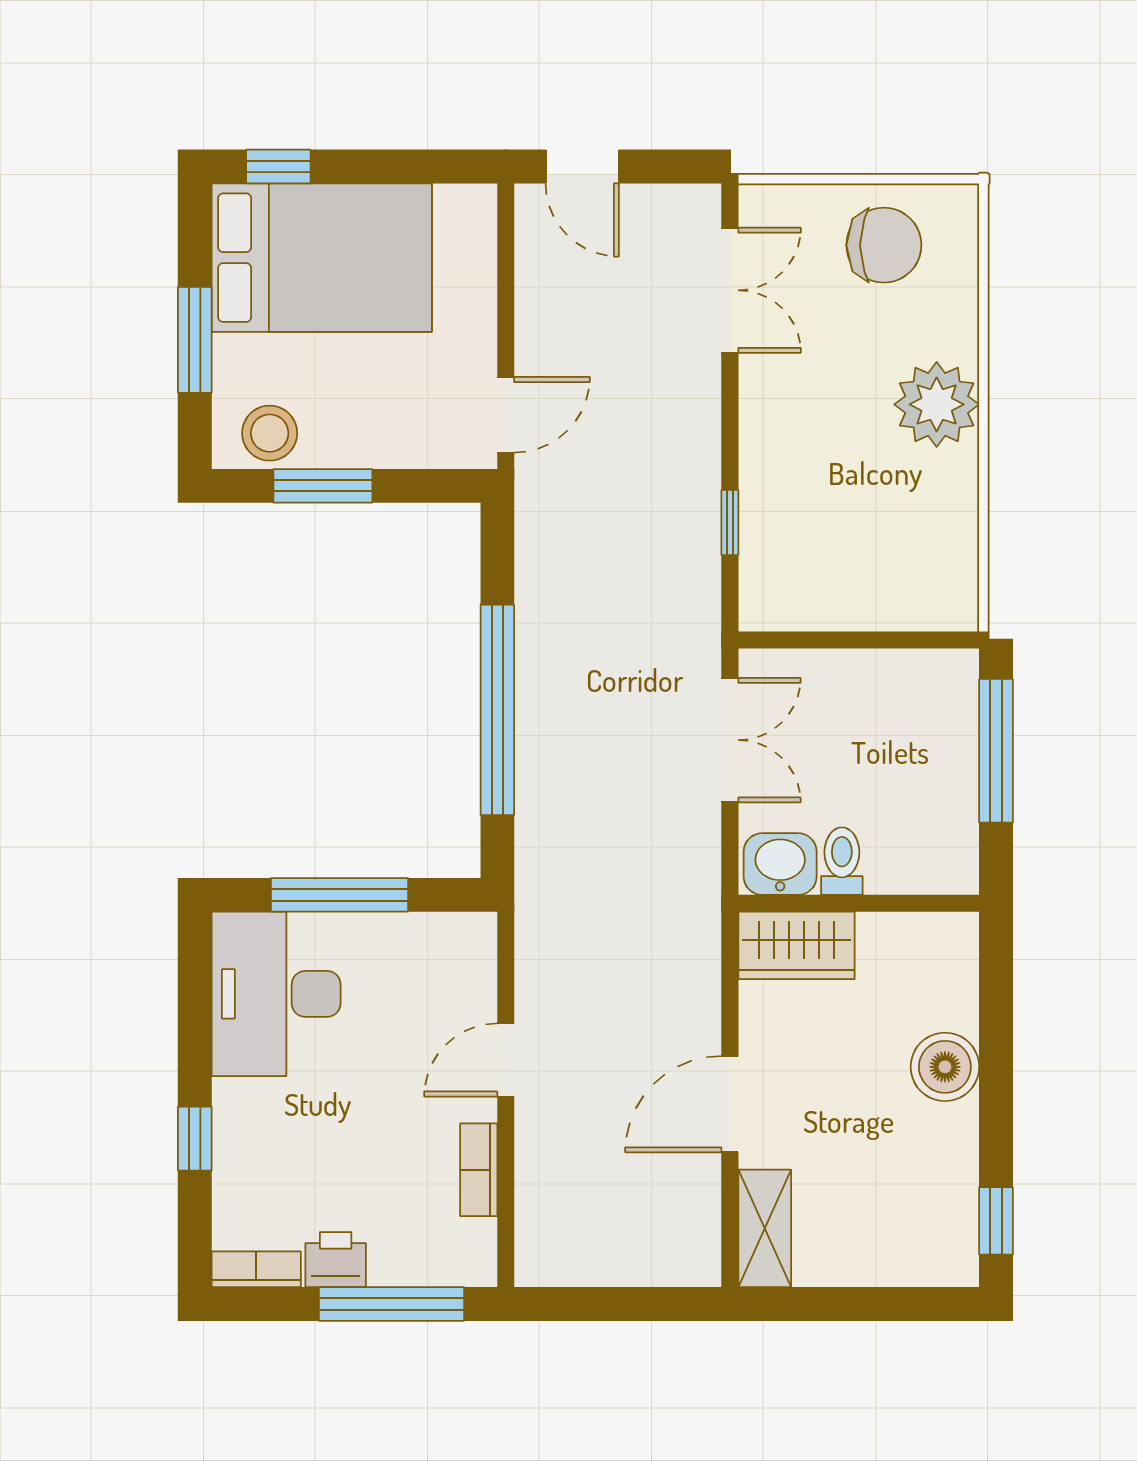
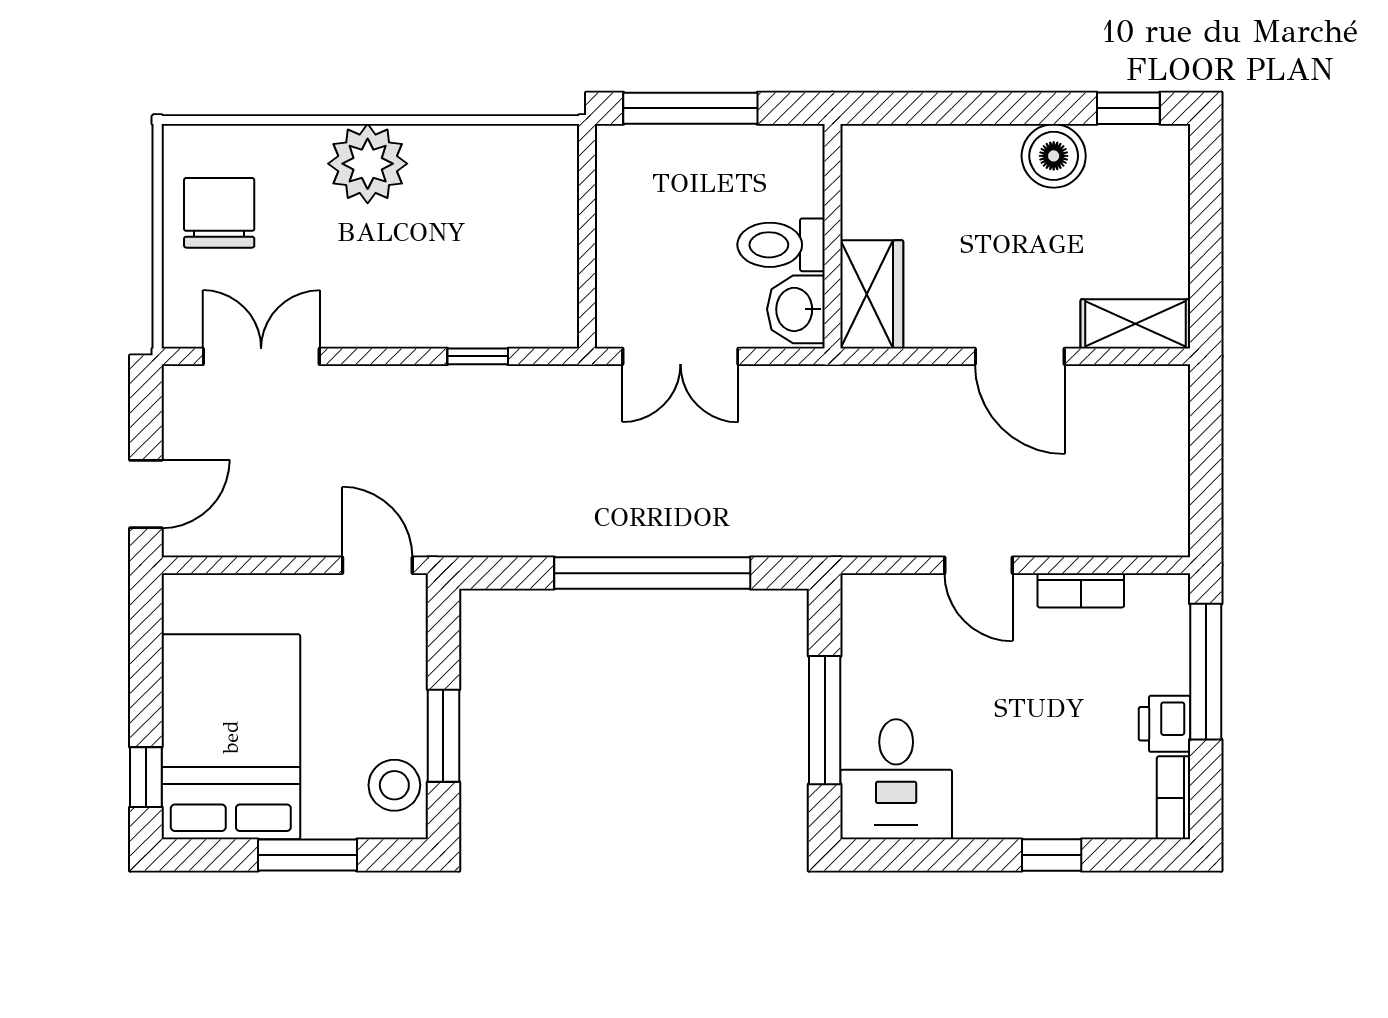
double door: (730, 740) -> (680, 356), swing flipped
toilet: (842, 861) -> (781, 245), width x1.37, depth x1.39
desk: (276, 994) -> (896, 779), width x0.73
boiler: (945, 1067) -> (1054, 156), moved

